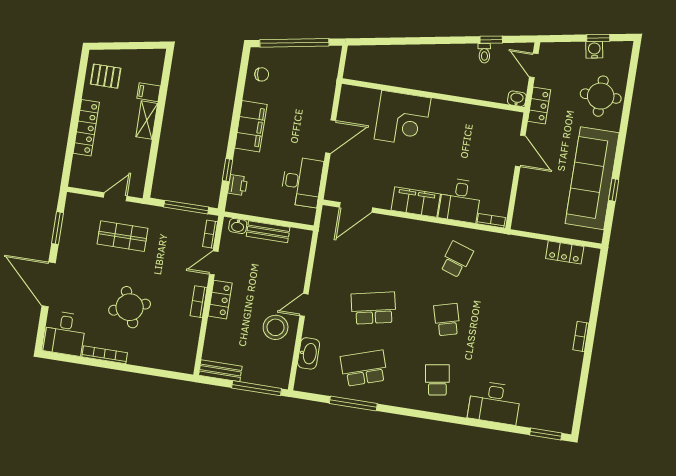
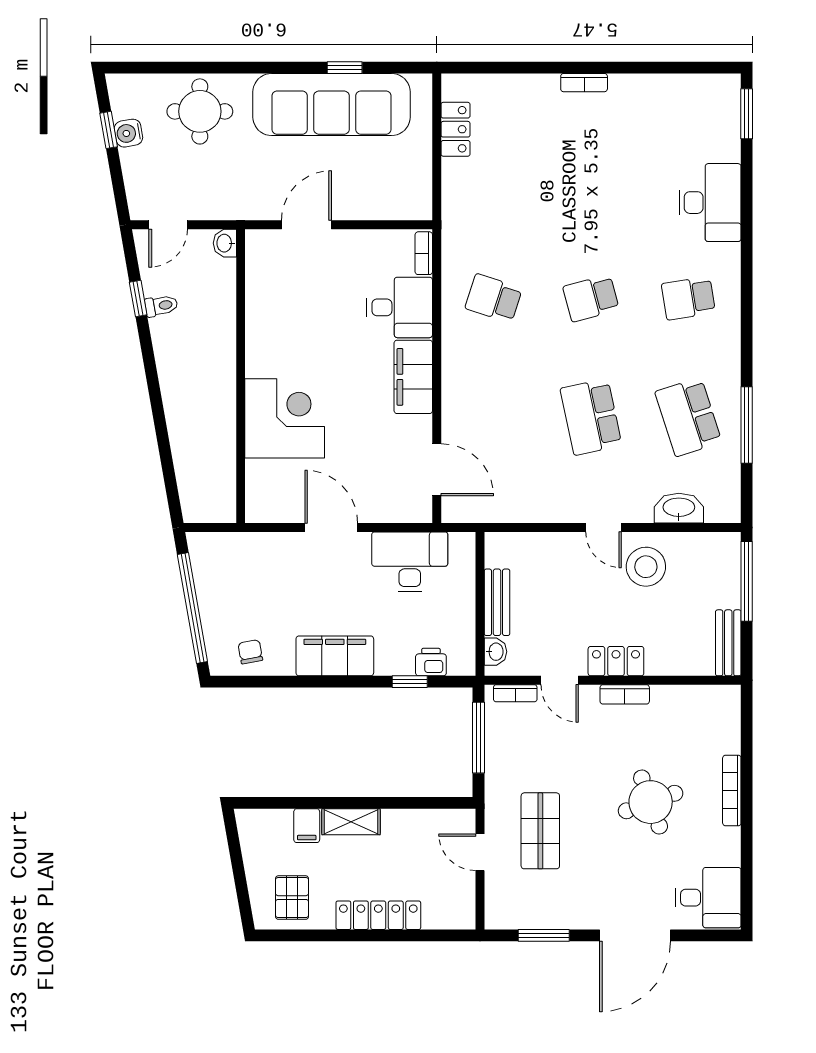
locker: (539, 105) -> (230, 206), removed
bookcase: (105, 355) -> (732, 790), moved

